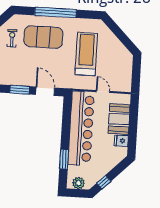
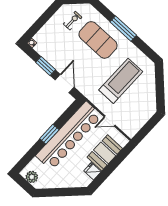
window: (56, 12) -> (123, 29), width x0.68
door: (103, 92) -> (110, 121), swing flipped
window: (64, 159) -> (49, 134), moved
window: (104, 182) -> (52, 192), removed

